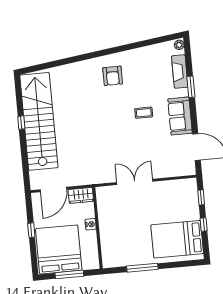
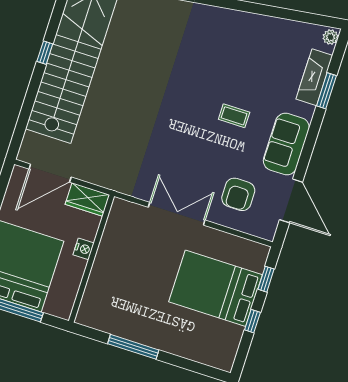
armchair: (113, 76) -> (238, 194), moved
window: (191, 87) -> (326, 91), moved
bed: (177, 239) -> (216, 288), moved

